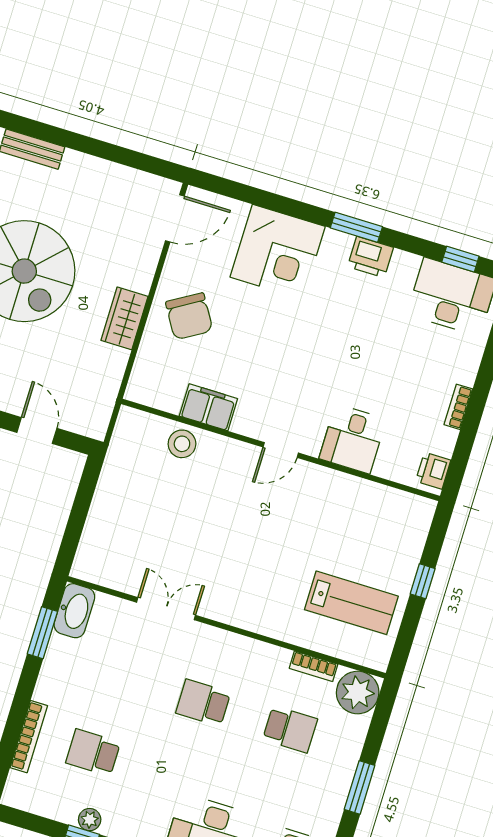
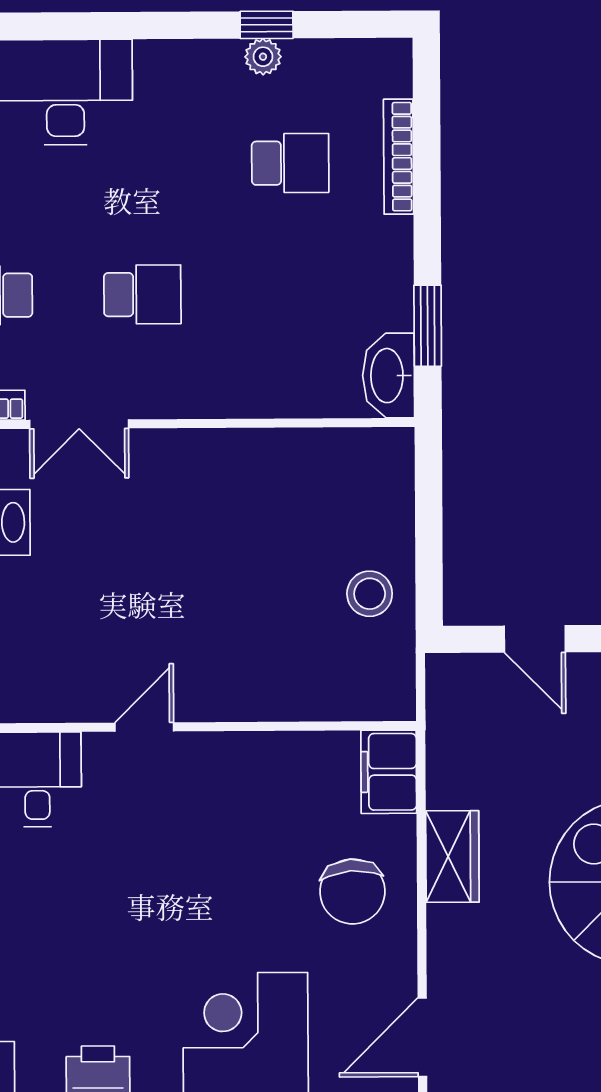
chair: (189, 316) -> (352, 891), turned -153
filing cabinet: (208, 407) -> (389, 772), moved, turned 90
stool: (182, 444) -> (370, 594), moved
double door: (166, 609) -> (79, 424), moved

